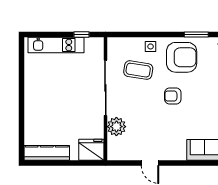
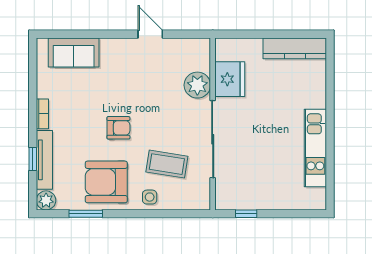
kitchen unit: (56, 45) -> (315, 148), moved, turned -90
fridge: (91, 150) -> (230, 79), moved, turned -90

